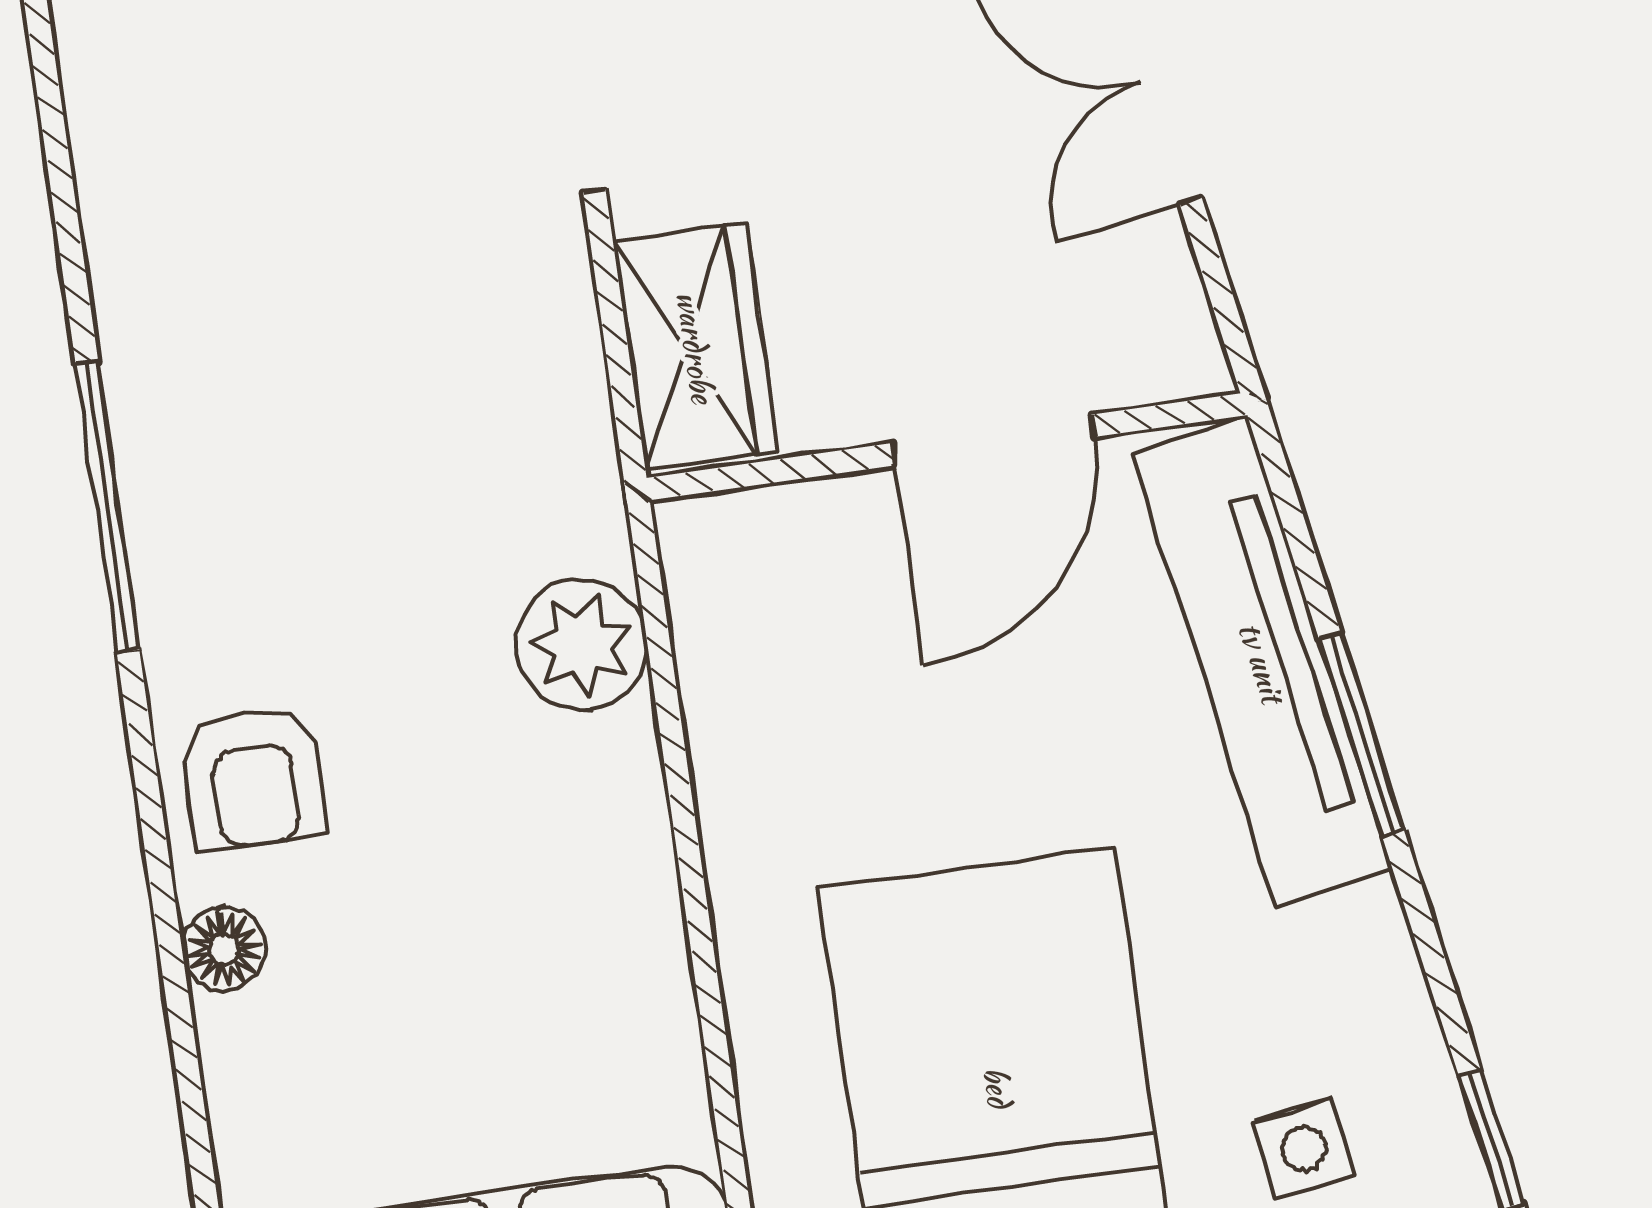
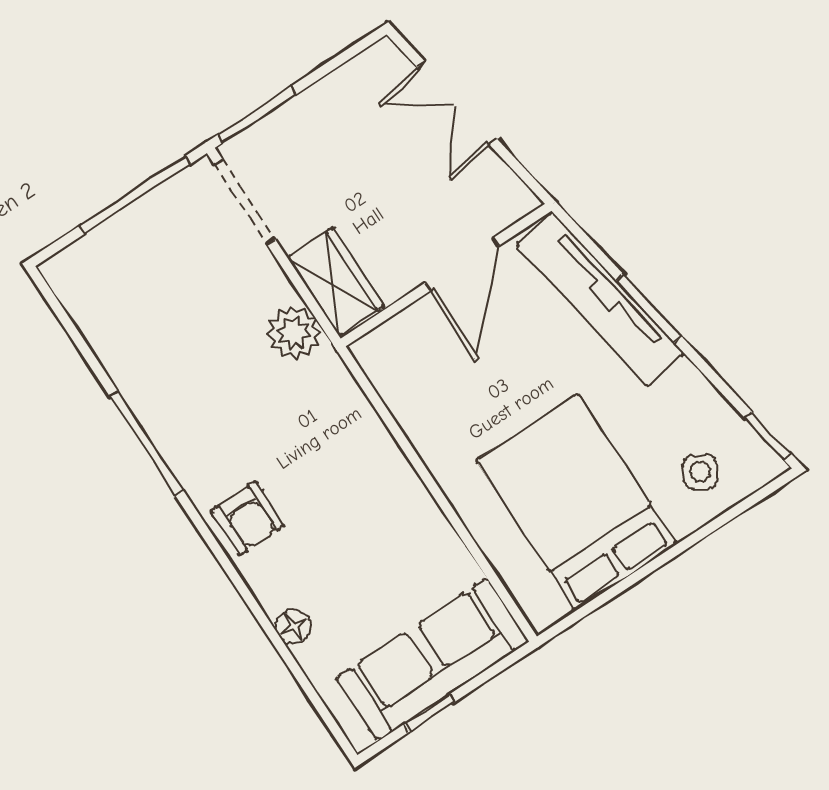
plant: (582, 645) -> (294, 333), moved
floor lamp: (224, 949) -> (293, 627), moved
side table: (1304, 1149) -> (700, 472), turned 38

